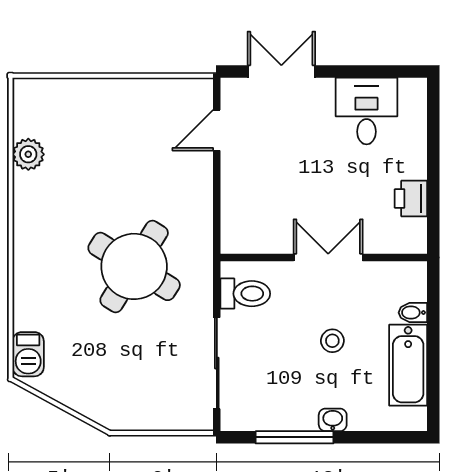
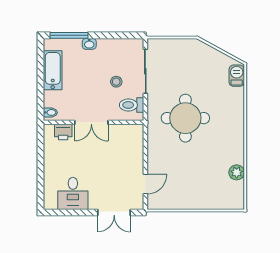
printer: (411, 199) -> (63, 132), moved, turned 90
round table: (134, 266) -> (185, 118), turned -32
bidet: (413, 313) -> (50, 112), moved
stool: (332, 341) -> (116, 82), moved
window: (295, 437) -> (69, 35), moved

